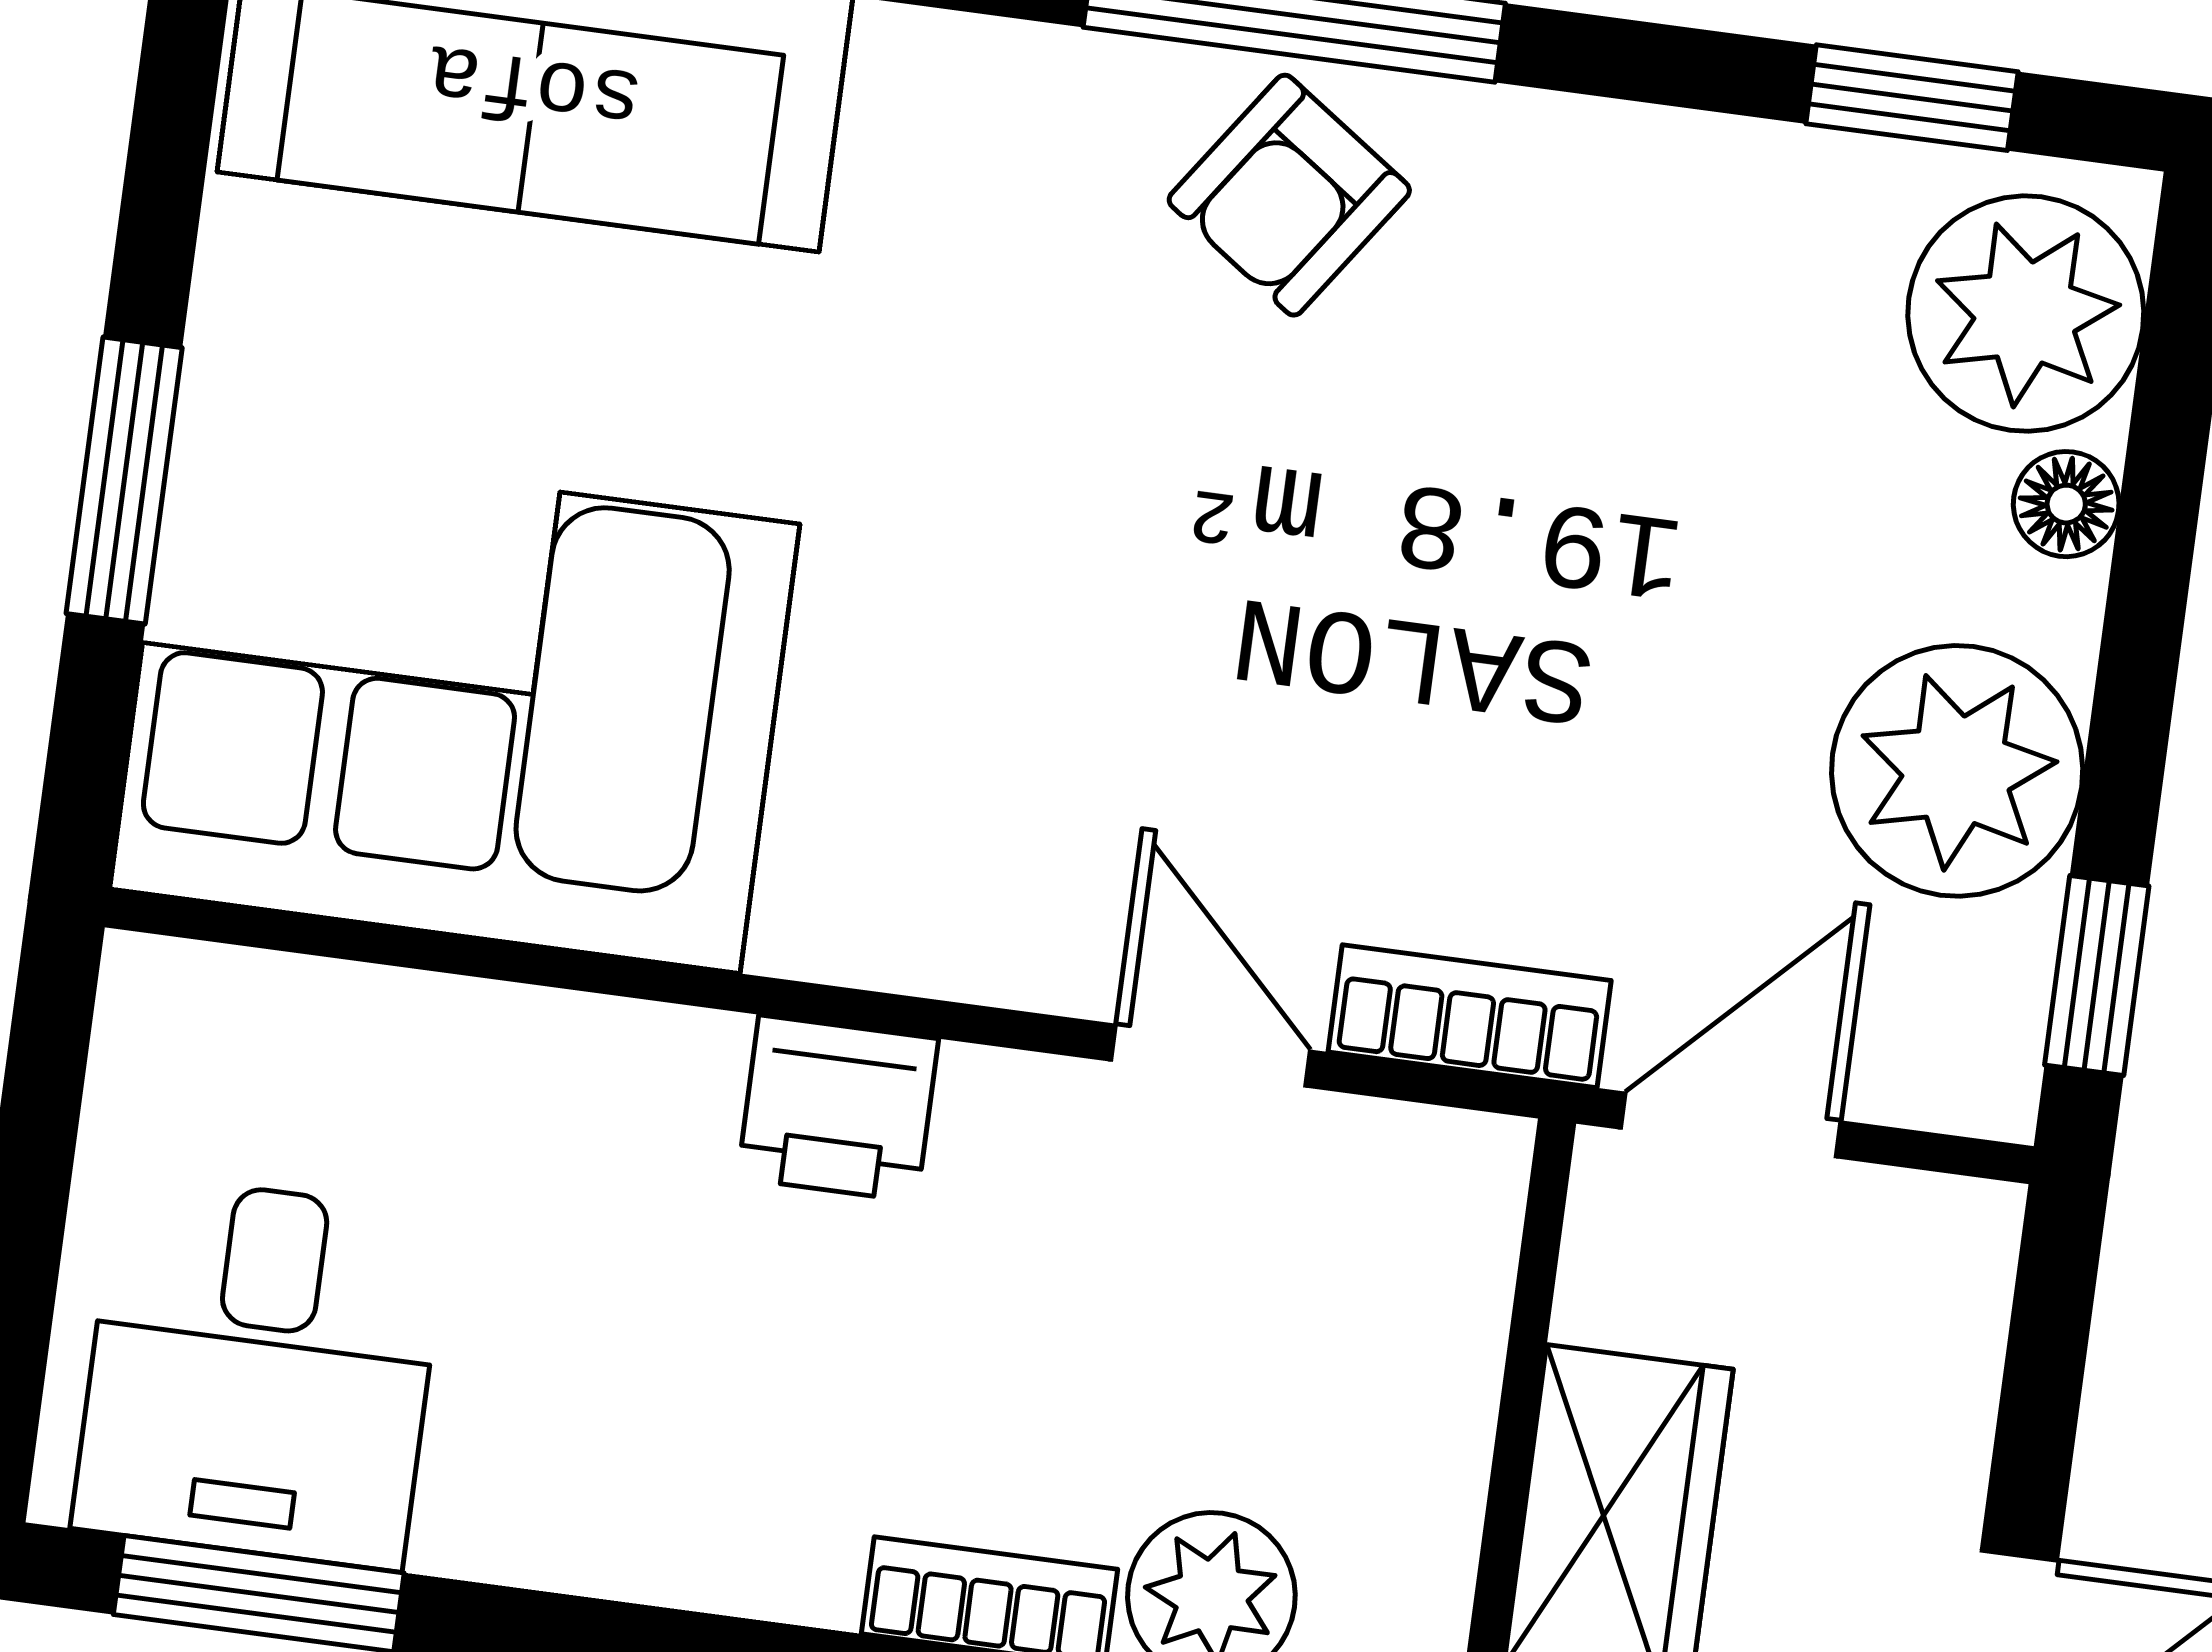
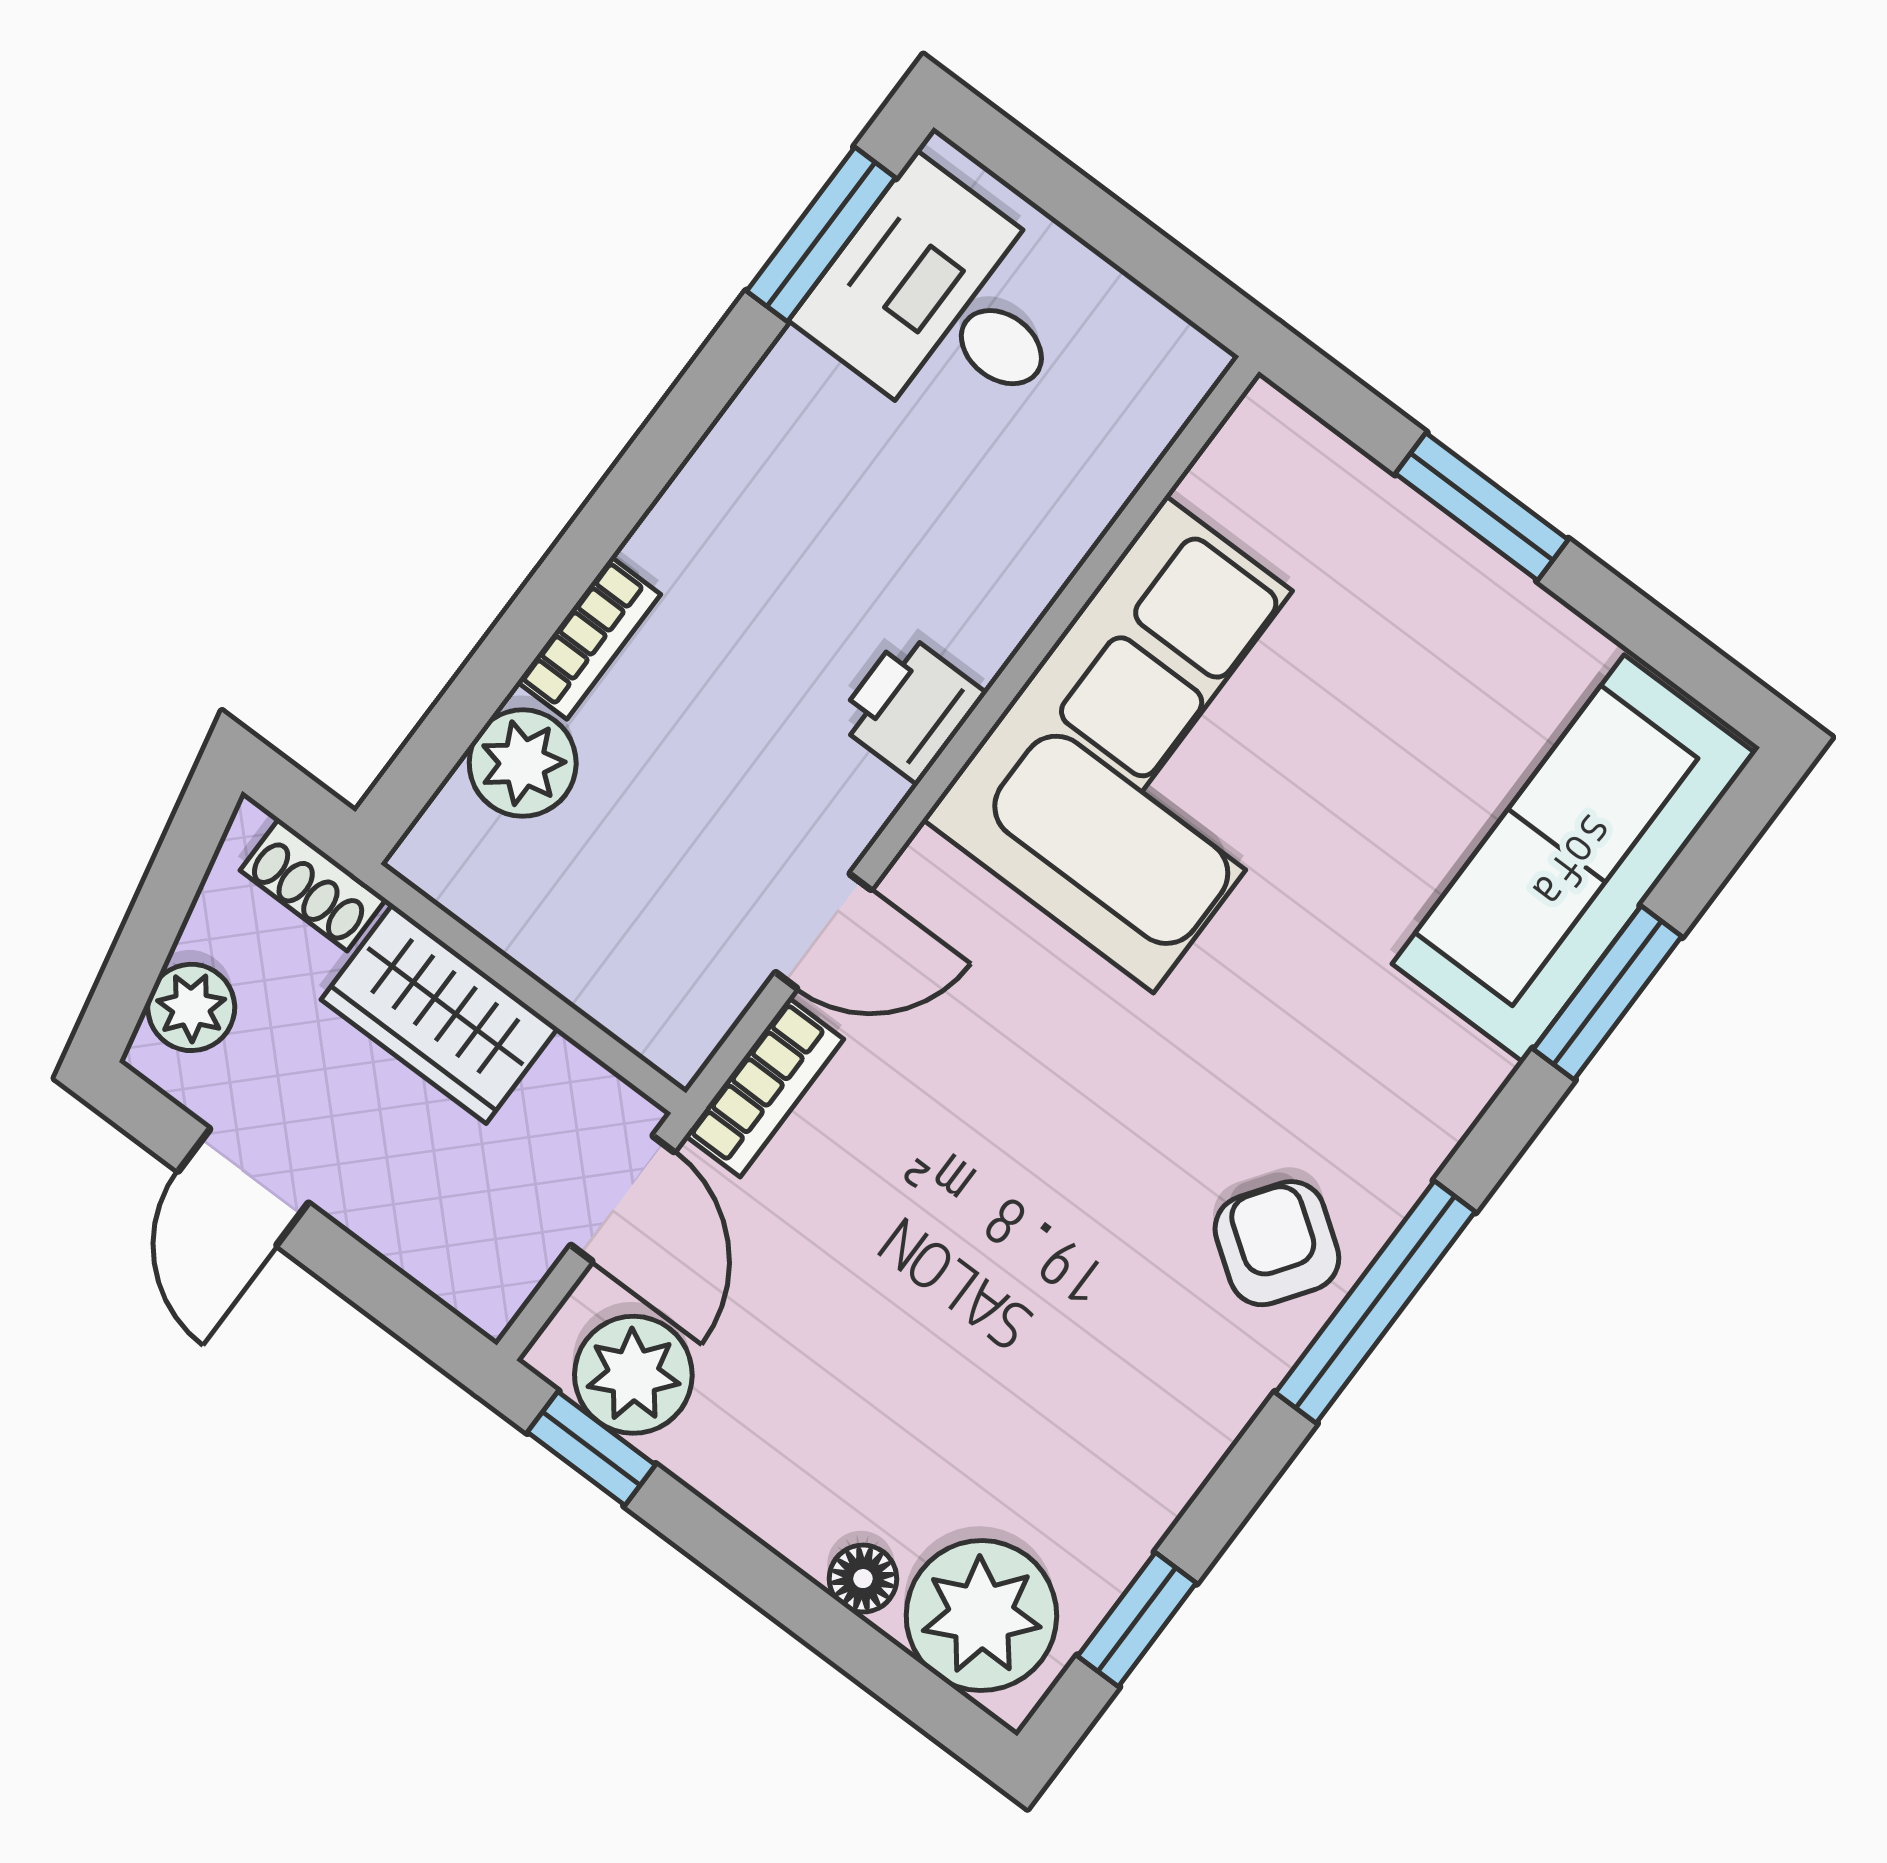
corner sofa: (455, 707) -> (1159, 744), moved
plant: (1957, 771) -> (633, 1375), moved, width x0.73, depth x0.73

